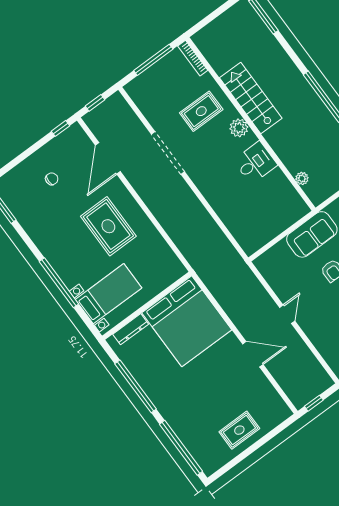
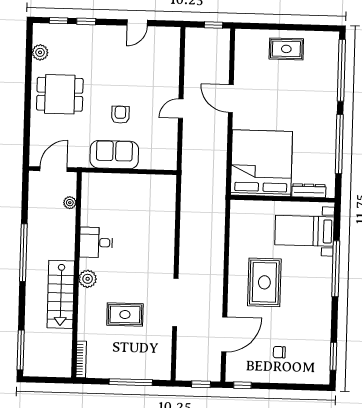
bookcase: (193, 58) -> (81, 359), moved
stairs: (251, 98) -> (61, 294), moved
wall: (250, 124) -> (76, 275), moved
plant: (239, 128) -> (88, 279), moved
desk: (255, 163) -> (96, 242), moved
plant: (302, 178) -> (70, 203), moved

